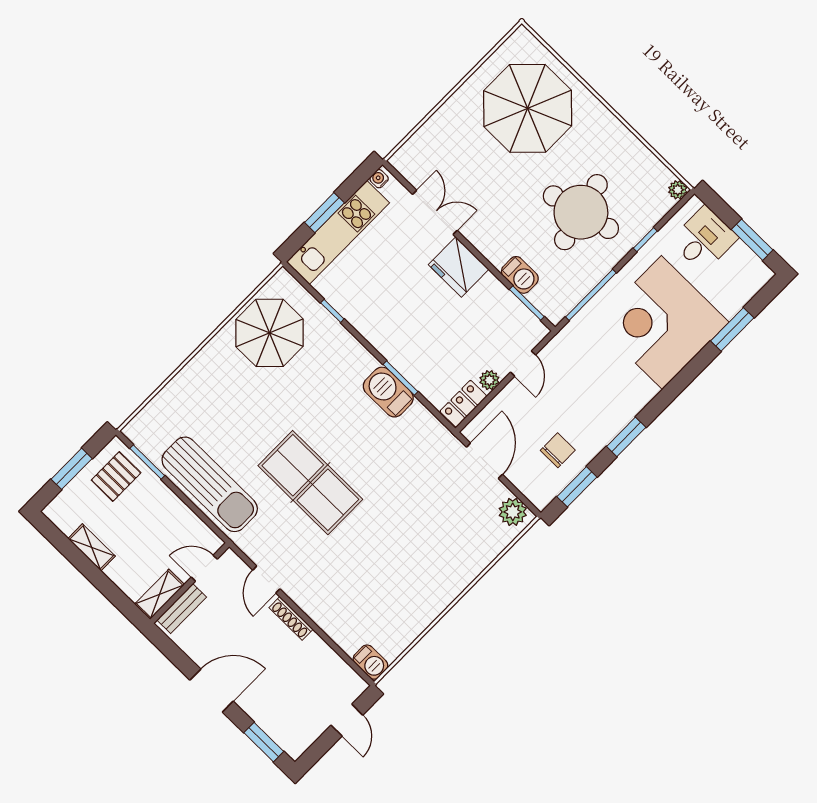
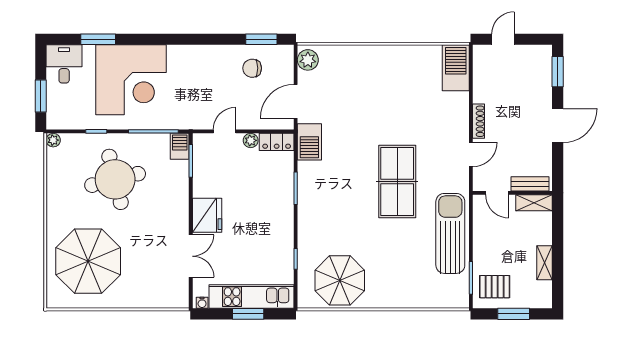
double door: (435, 212) -> (191, 256), swing flipped
desk: (704, 239) -> (64, 64), moved, turned 90
window: (752, 240) -> (41, 96), moved
barbecue: (520, 275) -> (180, 146), moved
barbecue: (388, 392) -> (309, 142), moved
window: (626, 437) -> (210, 39), removed
barbecue: (370, 662) -> (456, 68), width x1.88, depth x1.53
door: (212, 691) -> (558, 126), swing flipped

